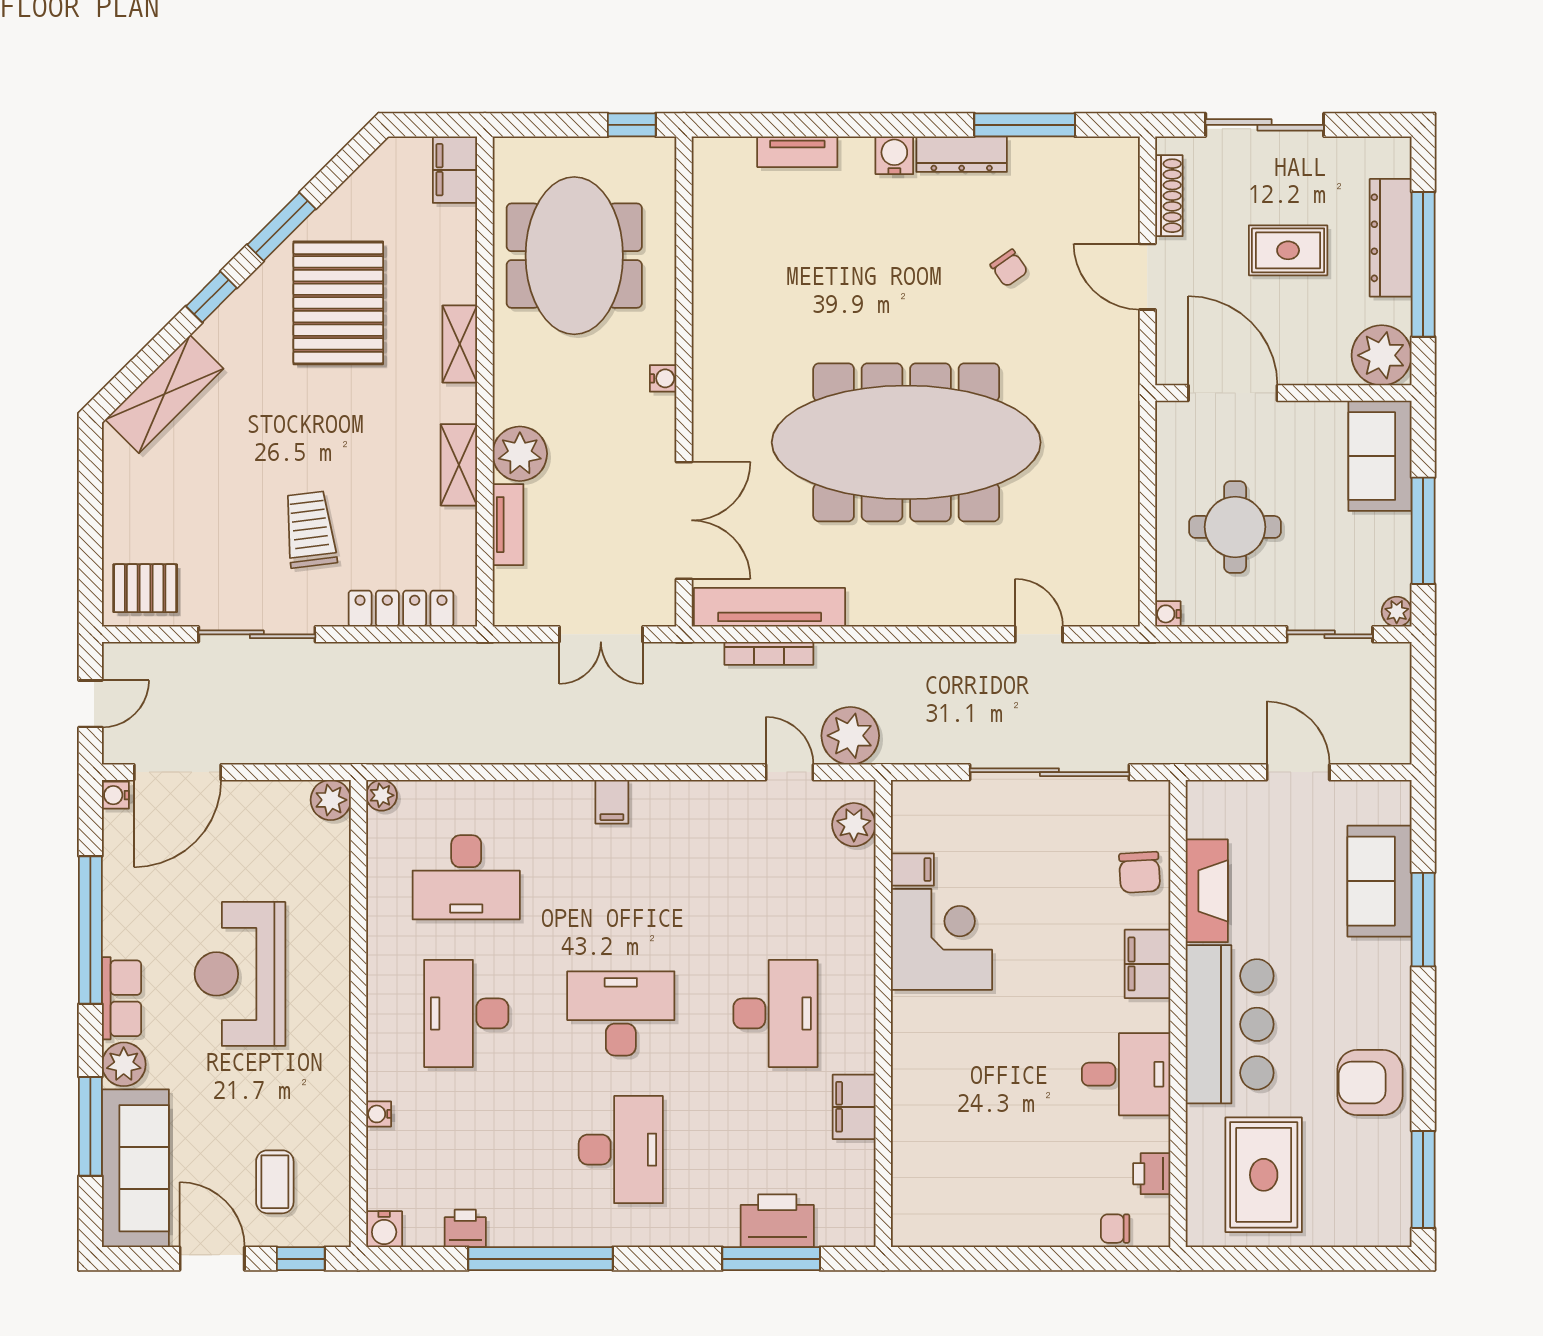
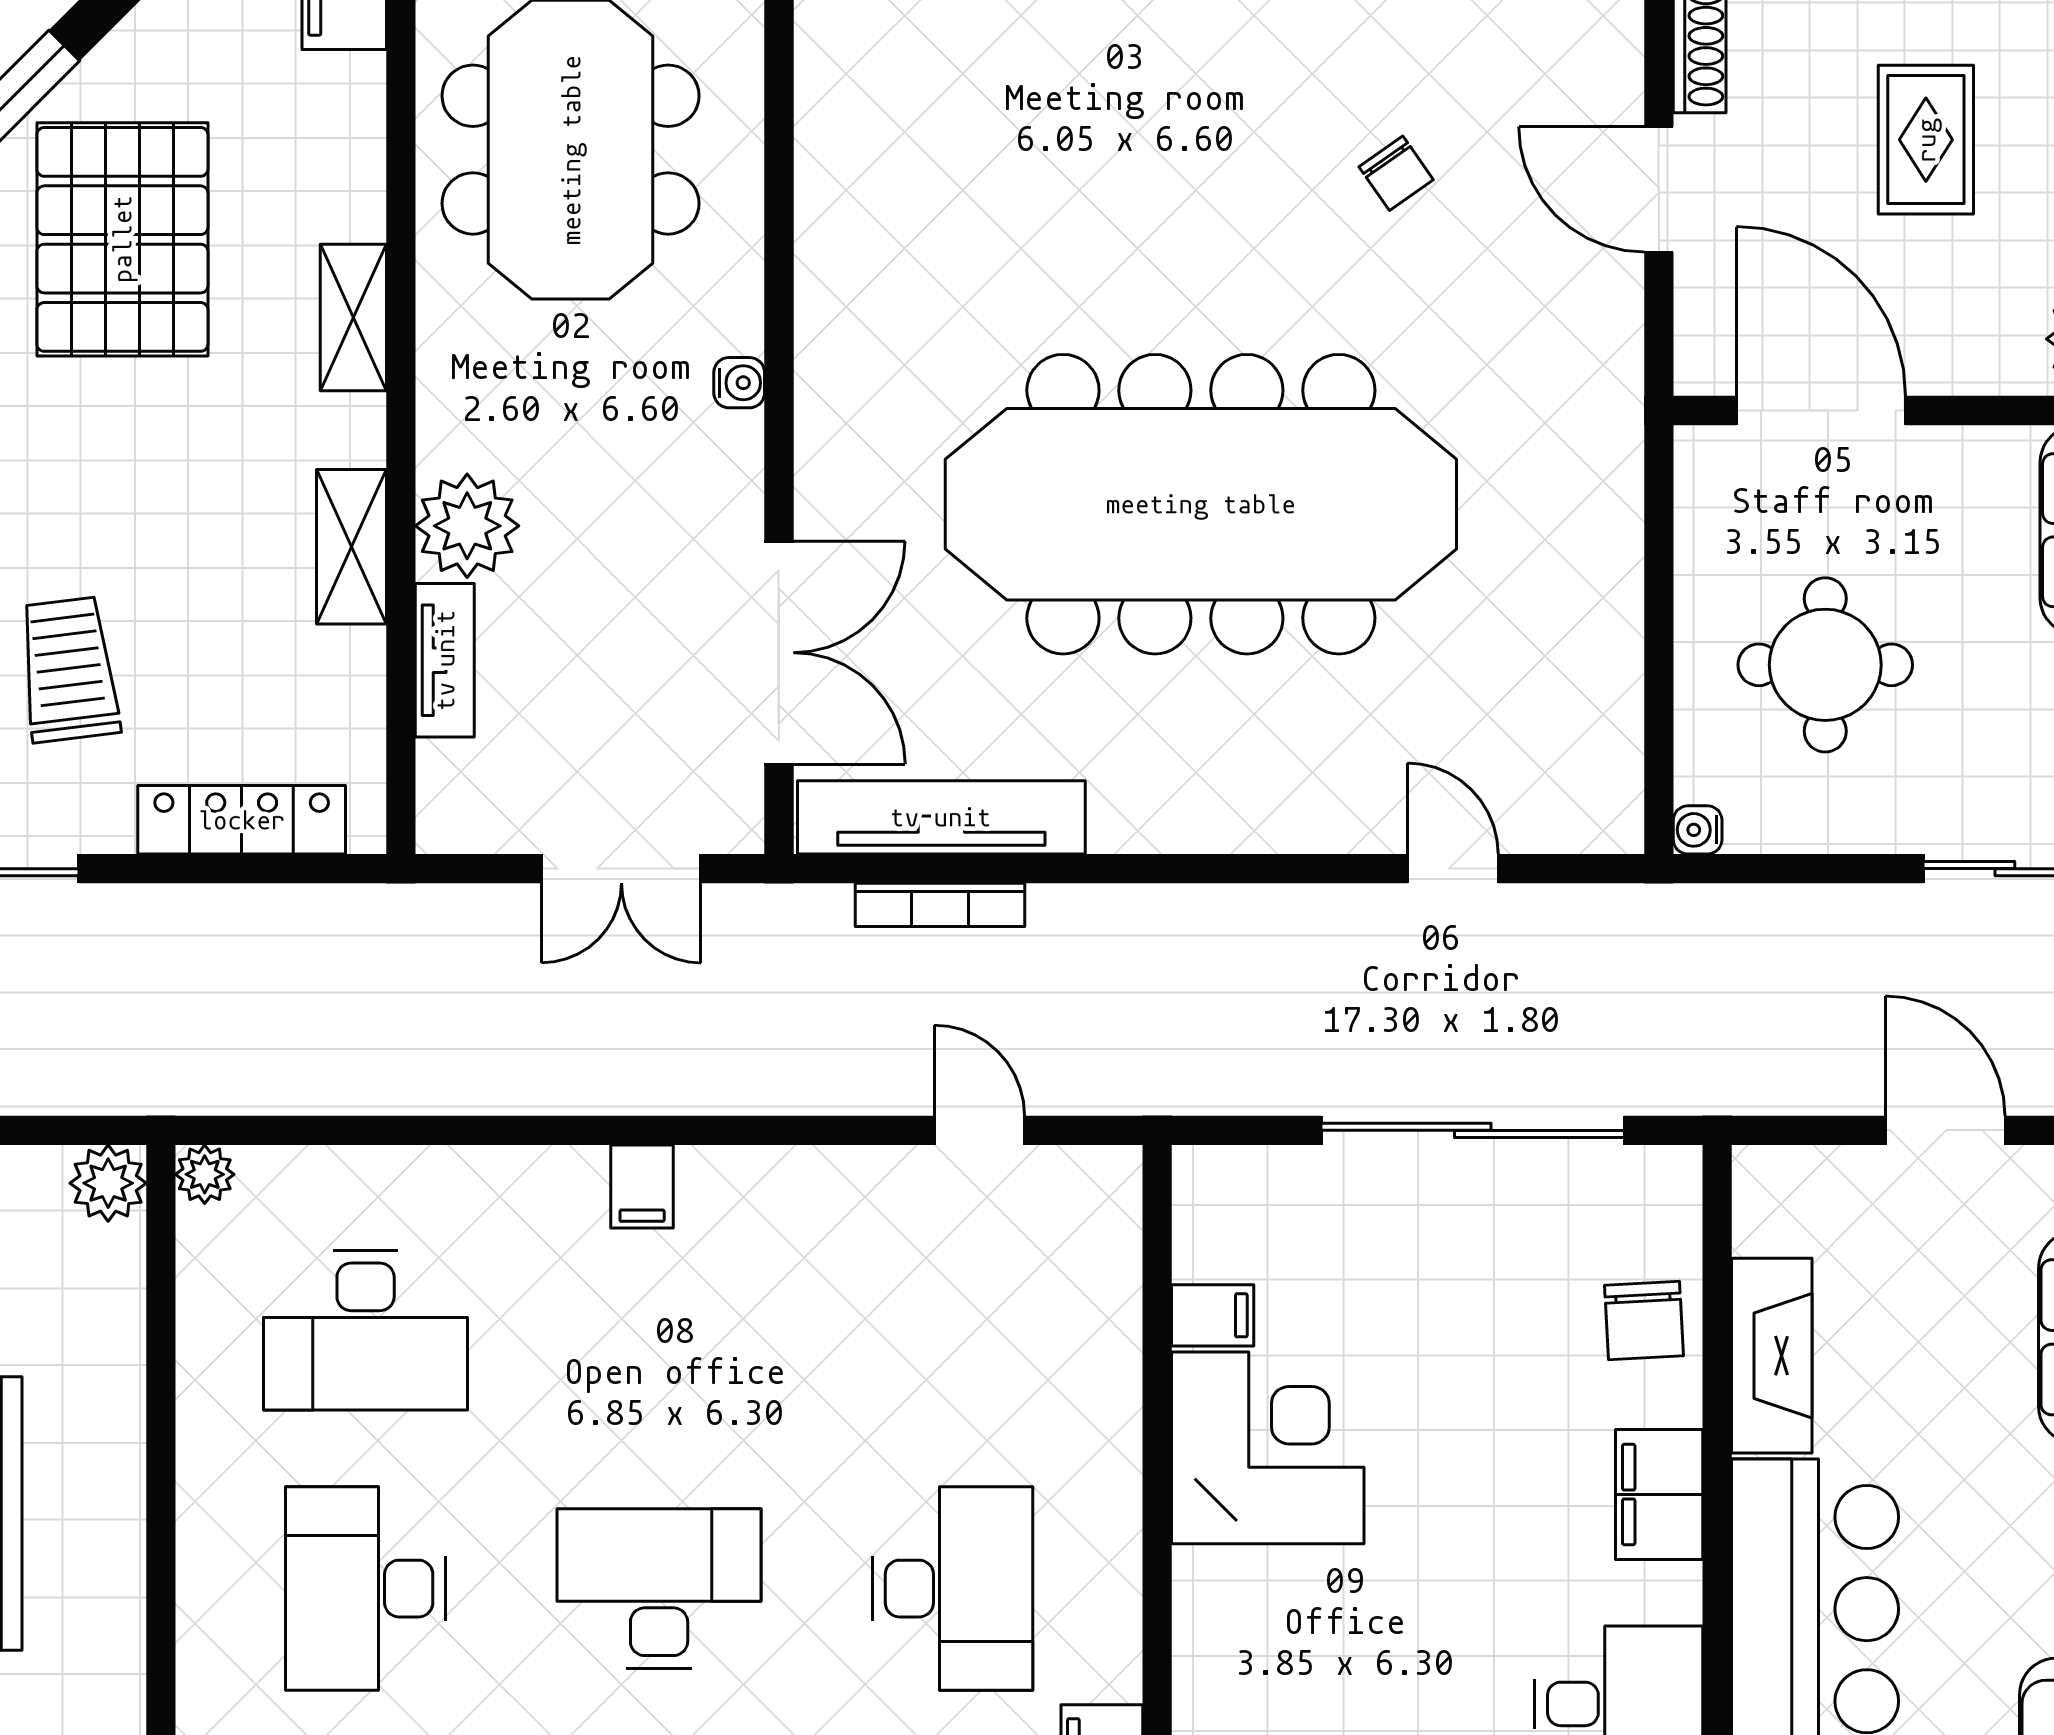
rug: (1288, 250) -> (1926, 140), turned 90
plant: (850, 736) -> (1095, 1061), removed
plant: (854, 825) -> (1101, 1230), removed

